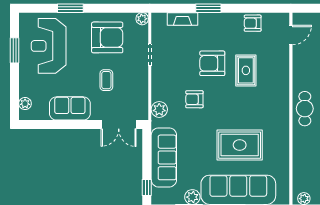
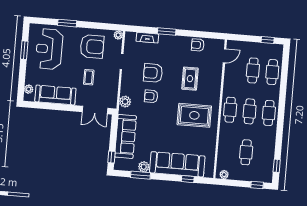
armchair: (212, 63) -> (153, 73), moved
sofa: (70, 108) -> (55, 95), width x1.36
rug: (240, 145) -> (194, 115), moved

